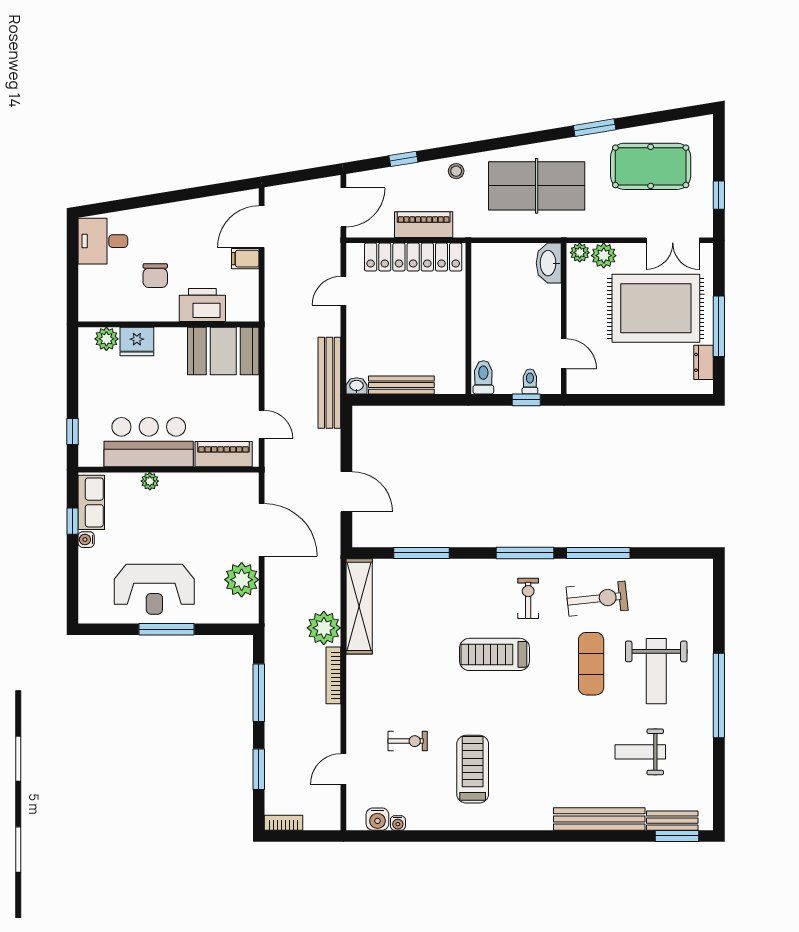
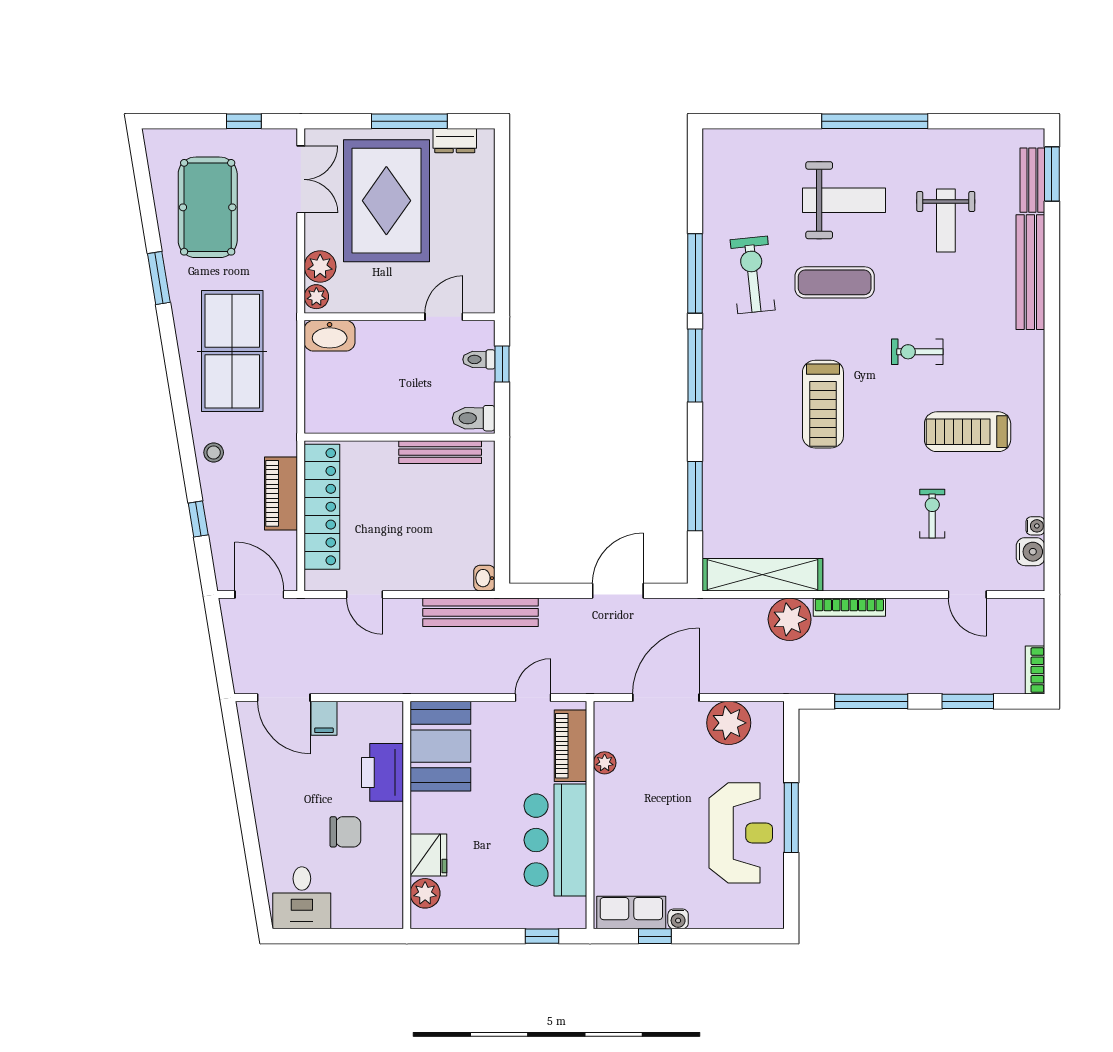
bench: (401, 385) -> (440, 452), moved, turned 90
plant: (150, 481) -> (605, 763), moved
exercise bike: (528, 598) -> (917, 352), moved

